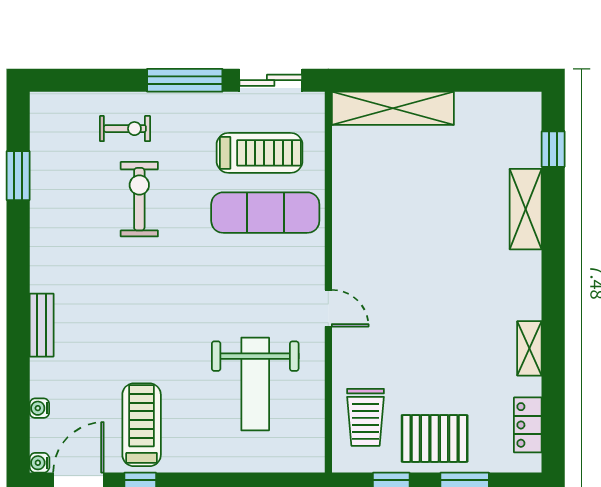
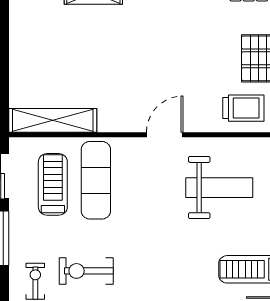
shelving: (393, 108) -> (53, 120), moved, turned 90
door: (328, 308) -> (165, 135), width x1.38

